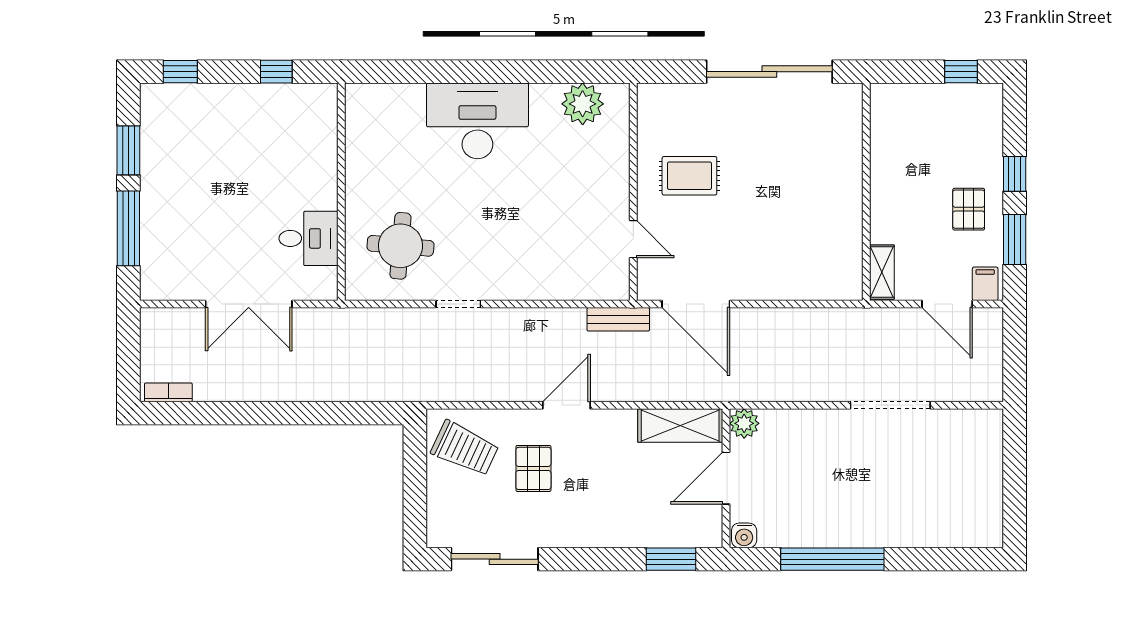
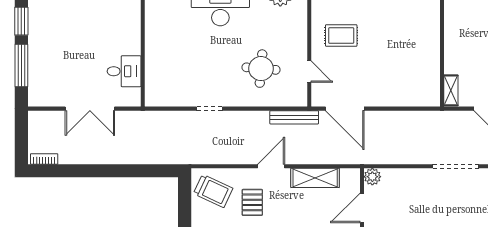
round table: (400, 246) -> (261, 69), moved
bench: (618, 319) -> (294, 117), width x1.36
shelving: (680, 425) -> (315, 178), moved

